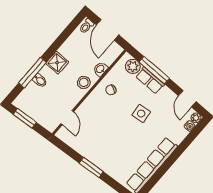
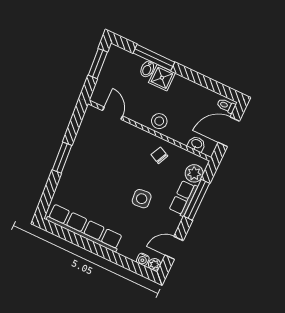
shower: (57, 63) -> (162, 78), moved
washbasin: (100, 69) -> (197, 144), moved
door: (67, 118) -> (113, 113), swing flipped

